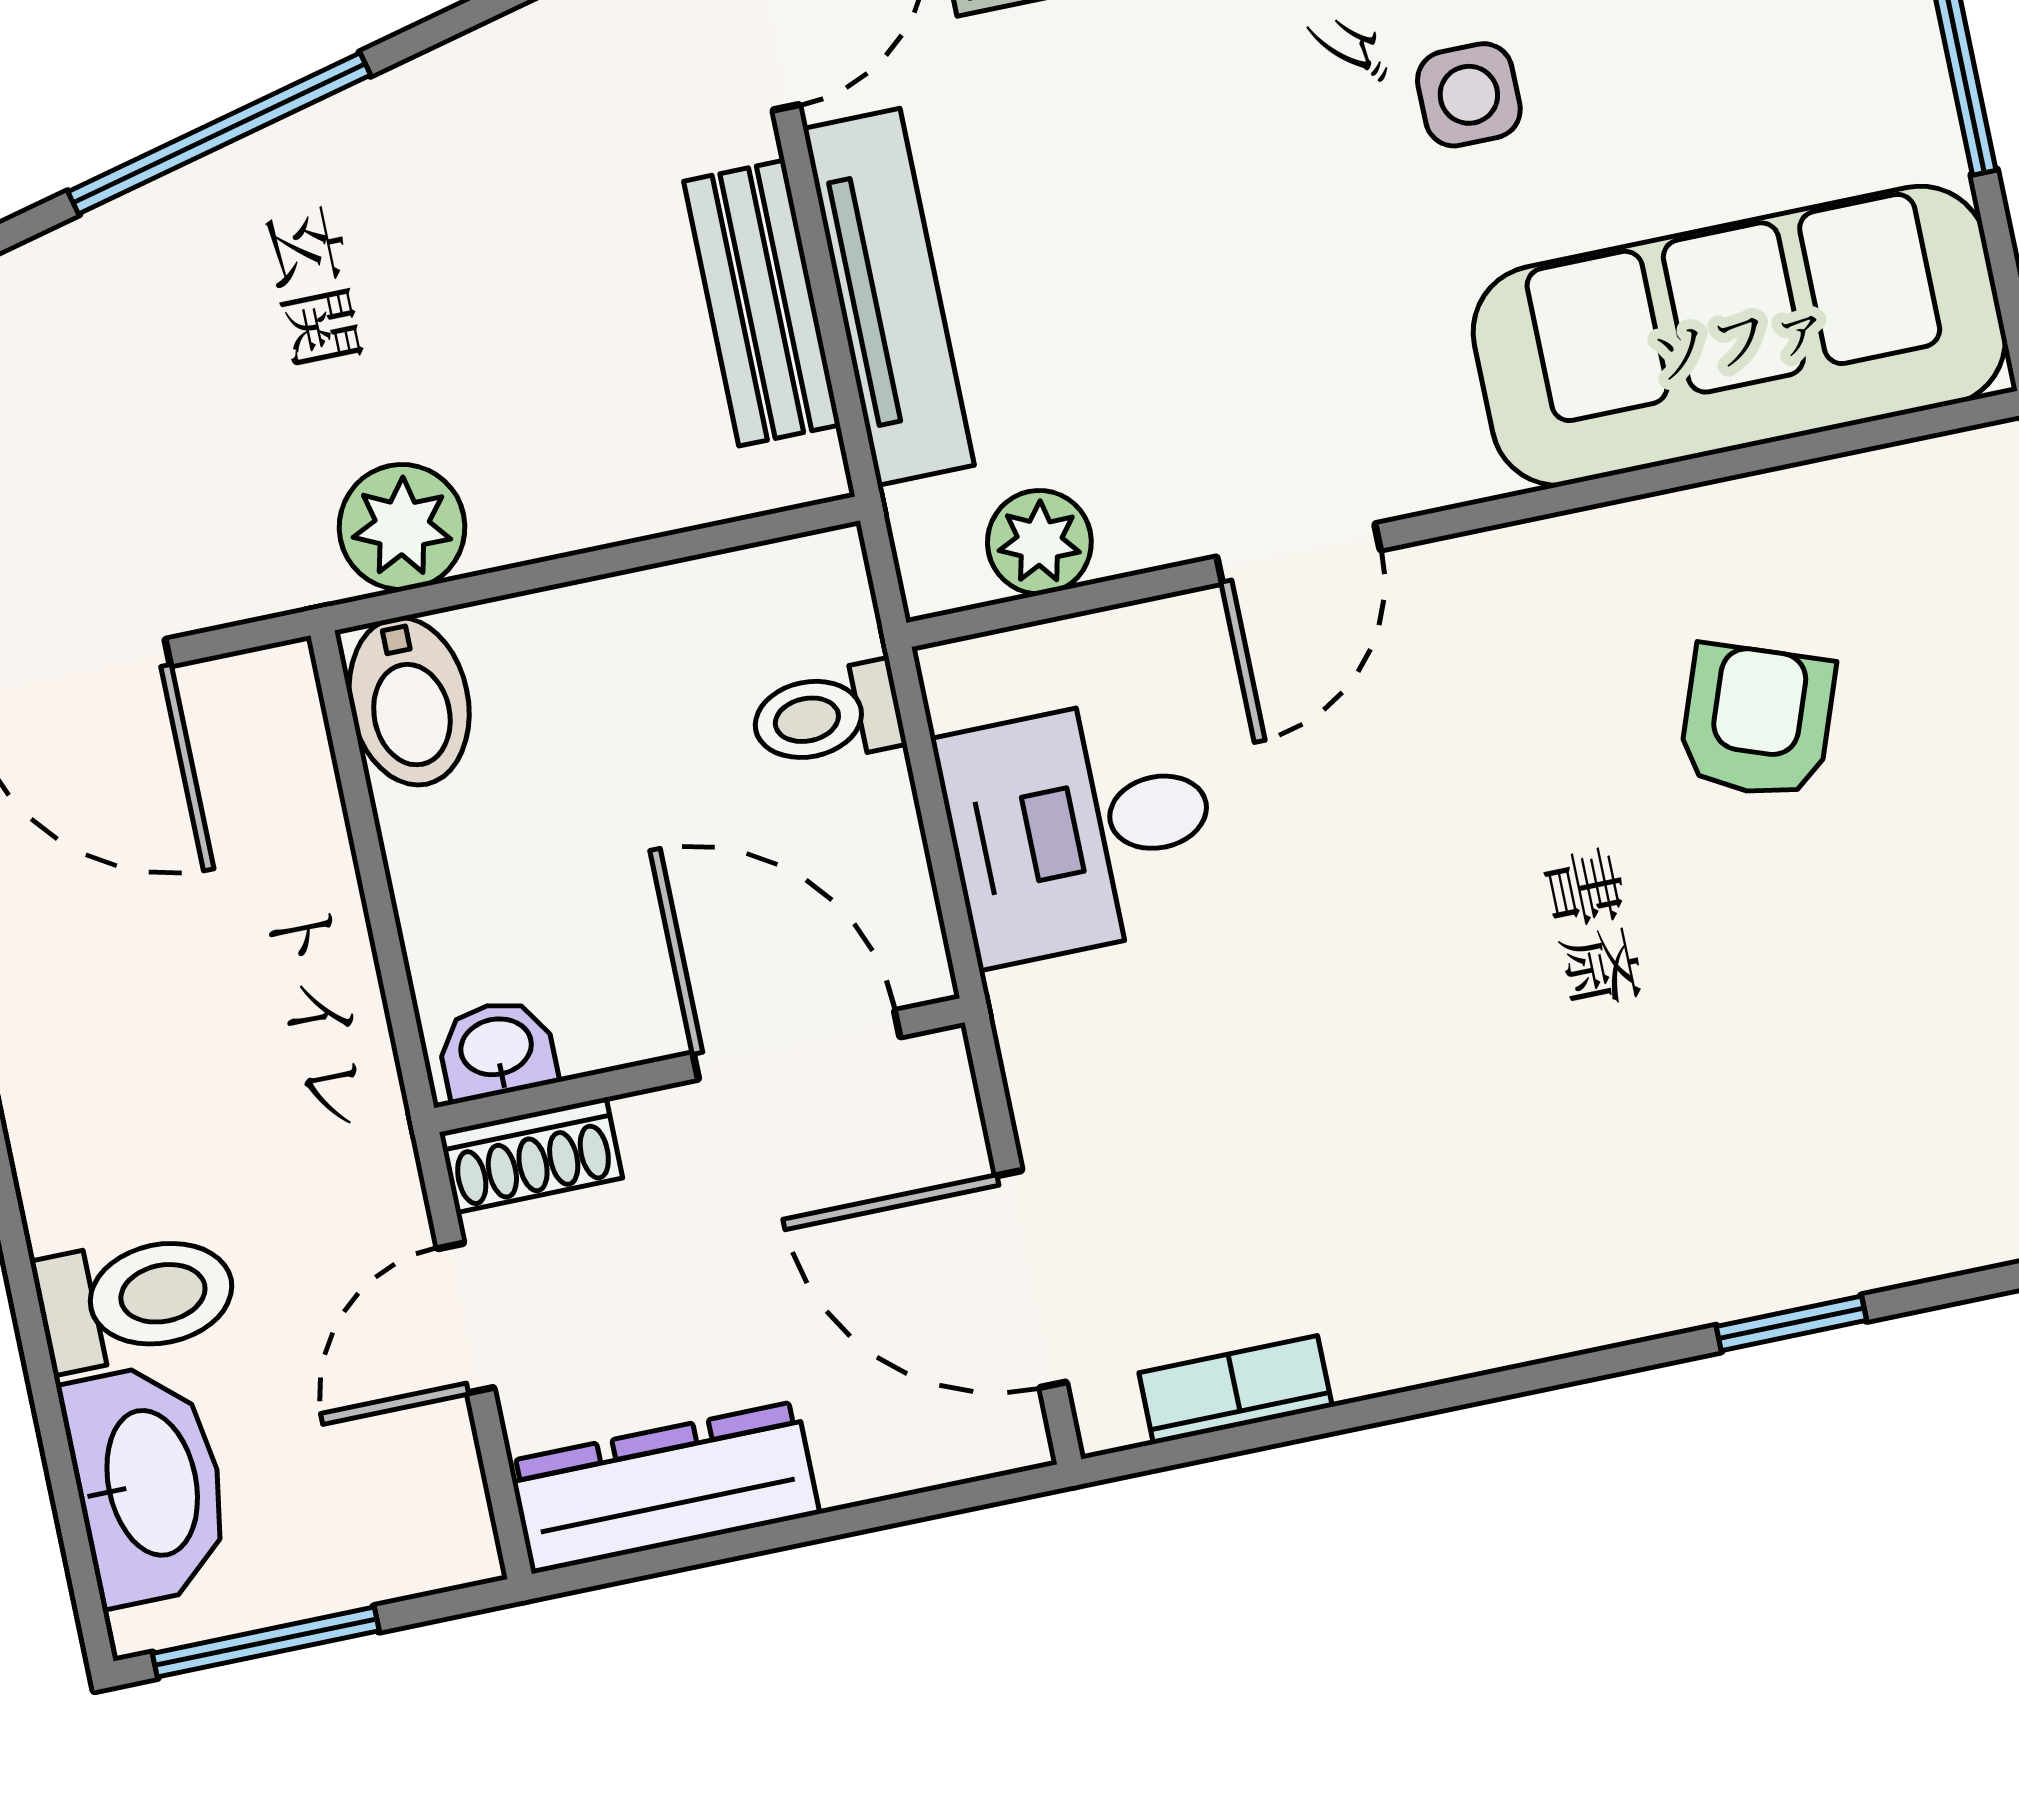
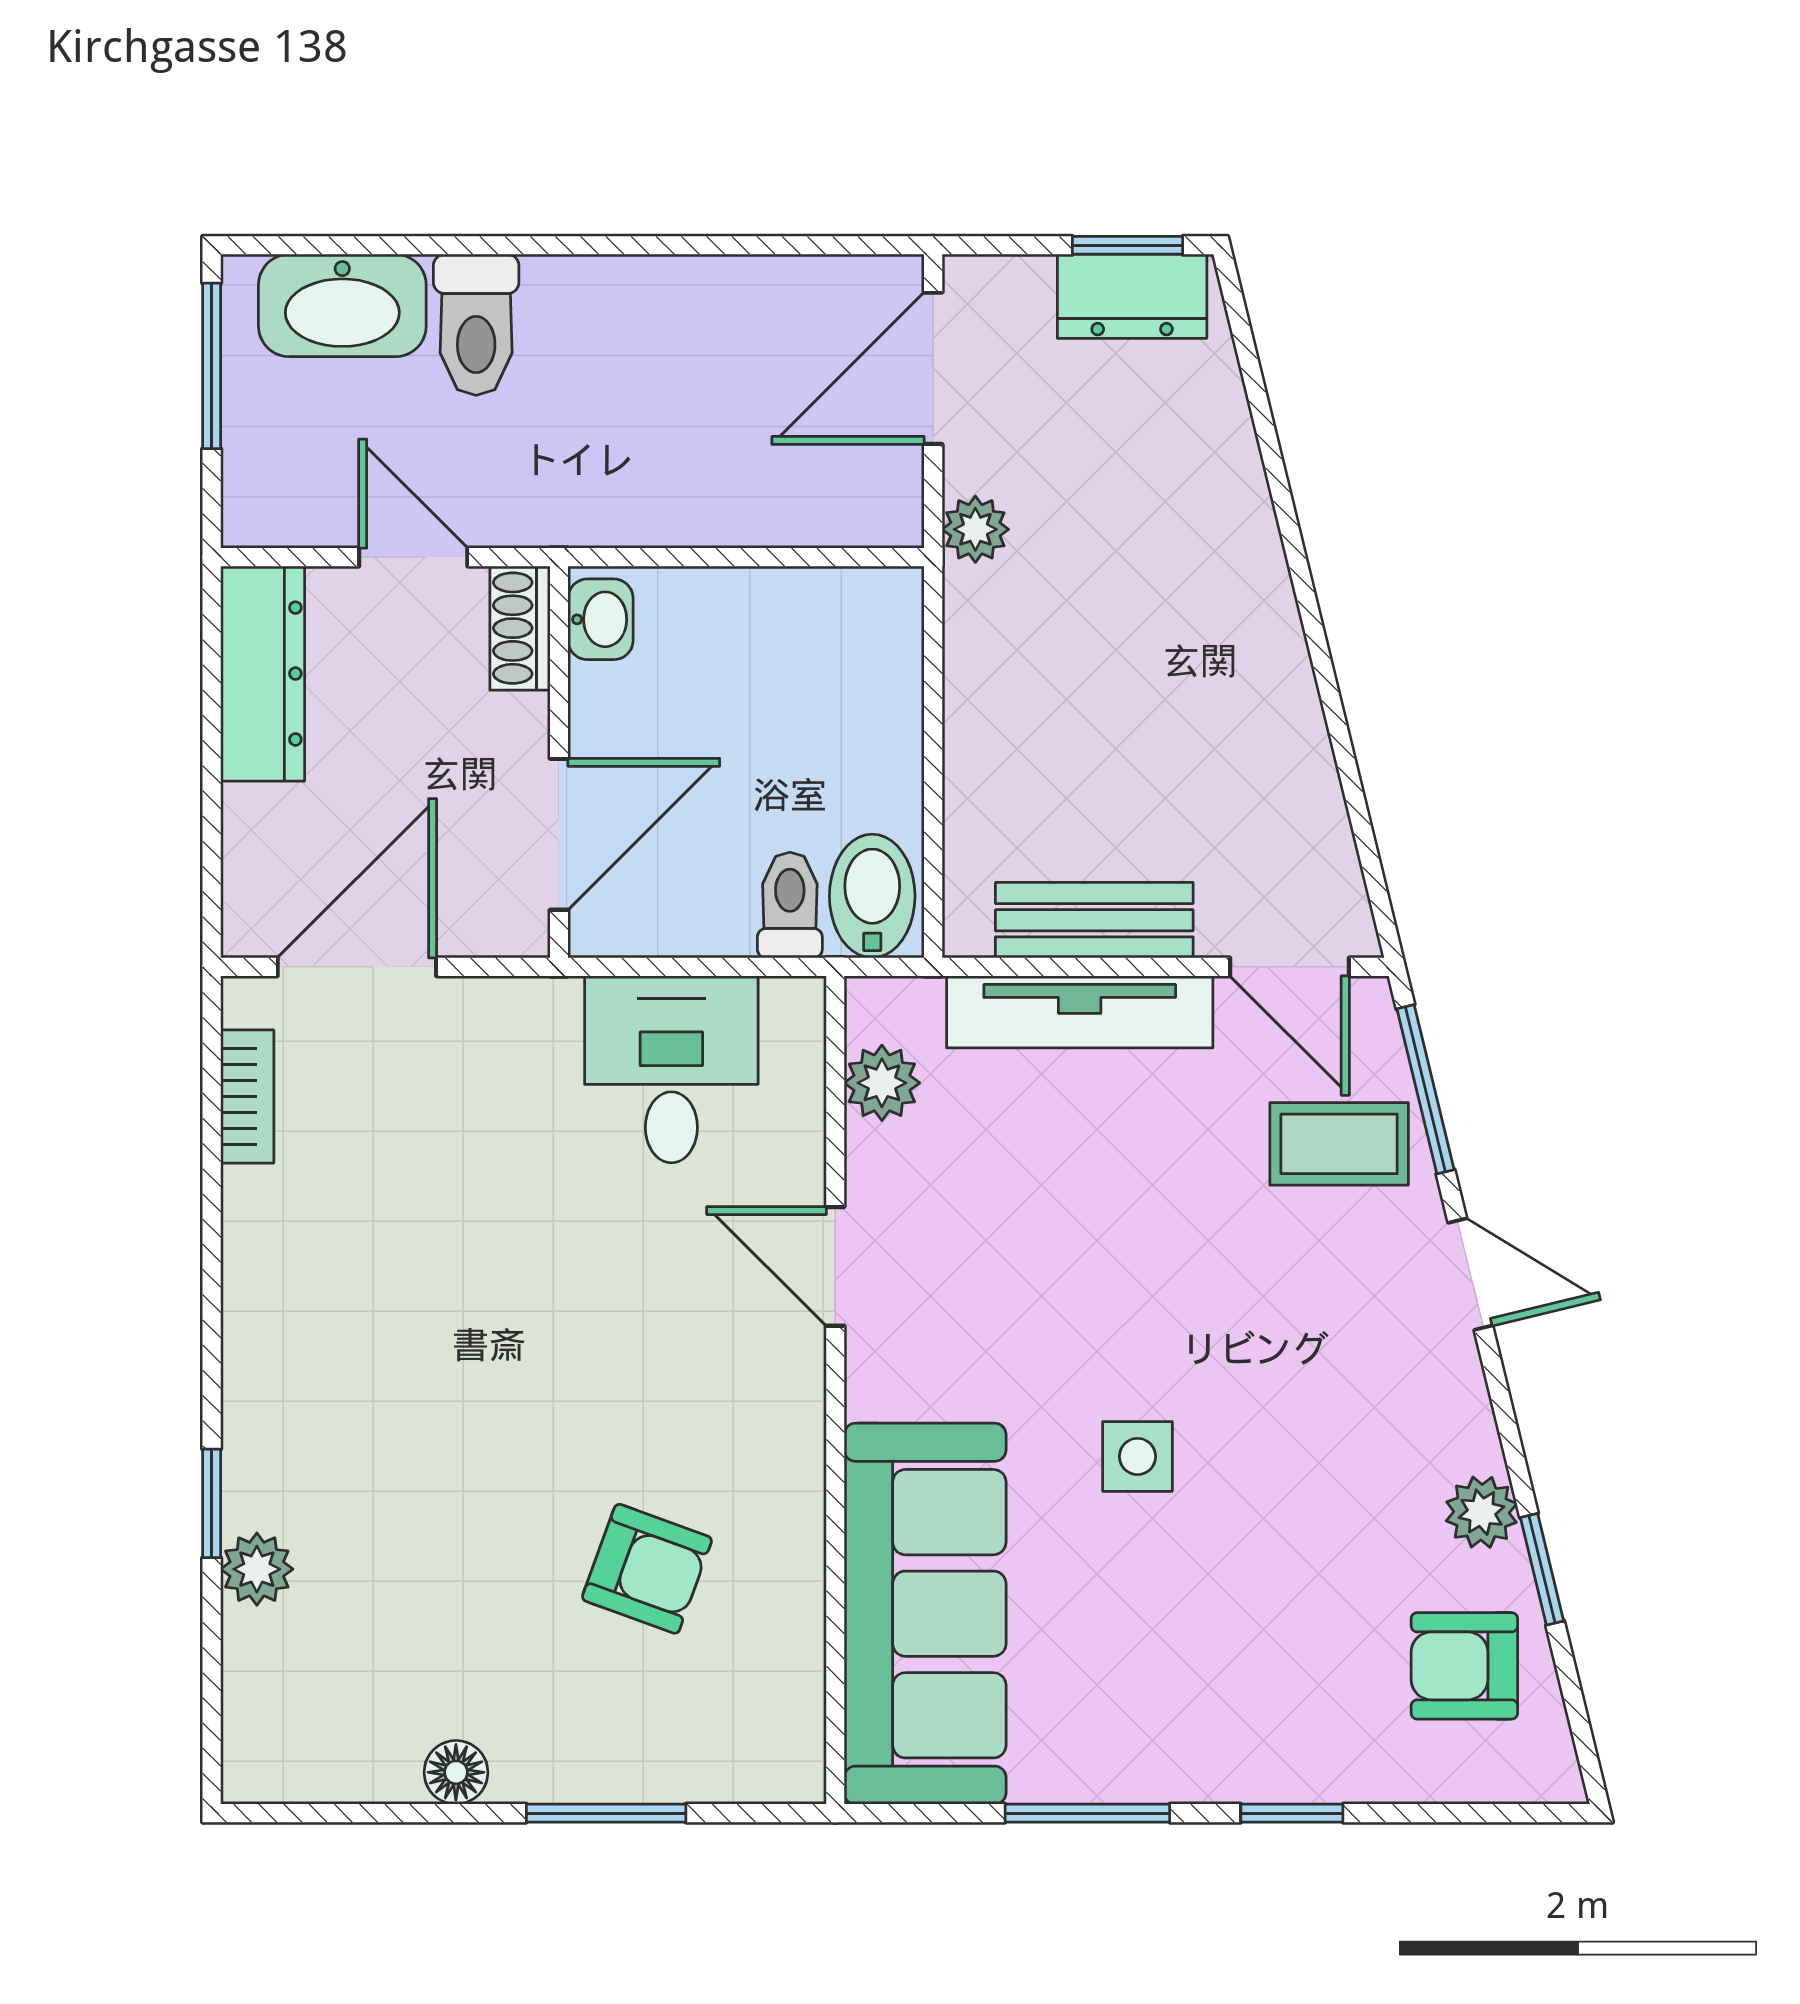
window: (219, 133) -> (1296, 558), removed
plant: (402, 527) -> (975, 529), moved, width x0.73, depth x0.73
bidet: (409, 701) -> (872, 896), moved, turned 90
plant: (1867, 1244) -> (257, 1569), added

